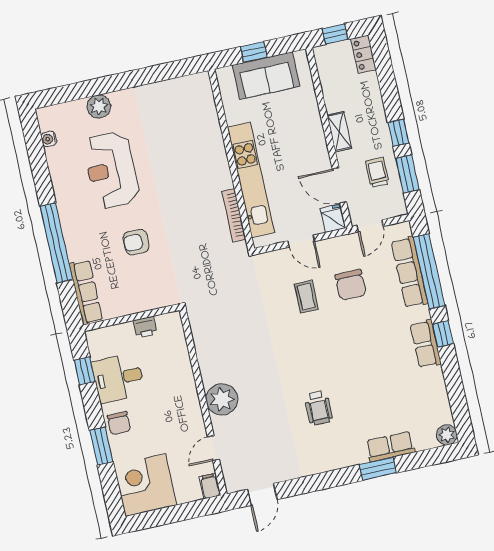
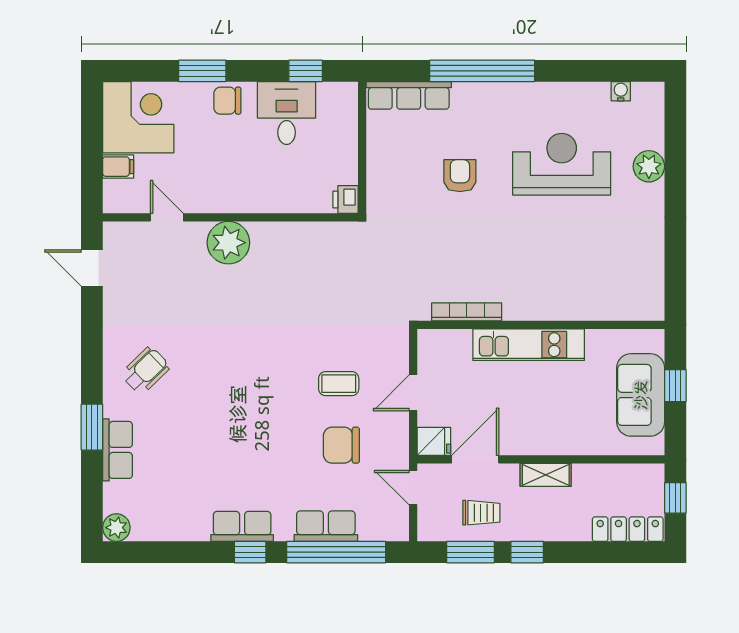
locker: (364, 54) -> (628, 529), width x1.53
kitchen unit: (251, 180) -> (529, 345), width x0.73
row of seats: (410, 272) -> (326, 526), width x0.68
printer: (145, 327) -> (345, 200), moved
wheelchair: (319, 408) -> (146, 371), moved, turned 136
filing cabinet: (210, 486) -> (118, 167), moved

